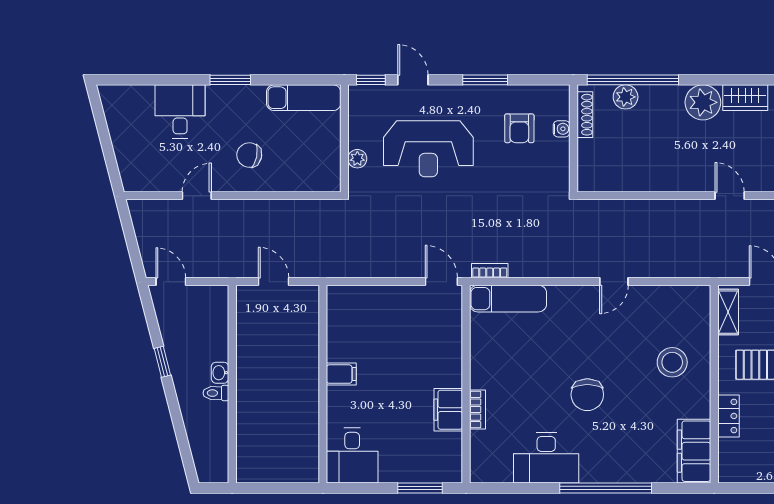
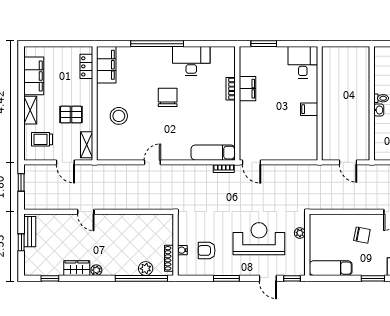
plant: (703, 102) -> (96, 270), width x0.53, depth x0.53
armchair: (519, 128) -> (207, 250), turned -90
locker: (729, 416) -> (86, 66), moved

